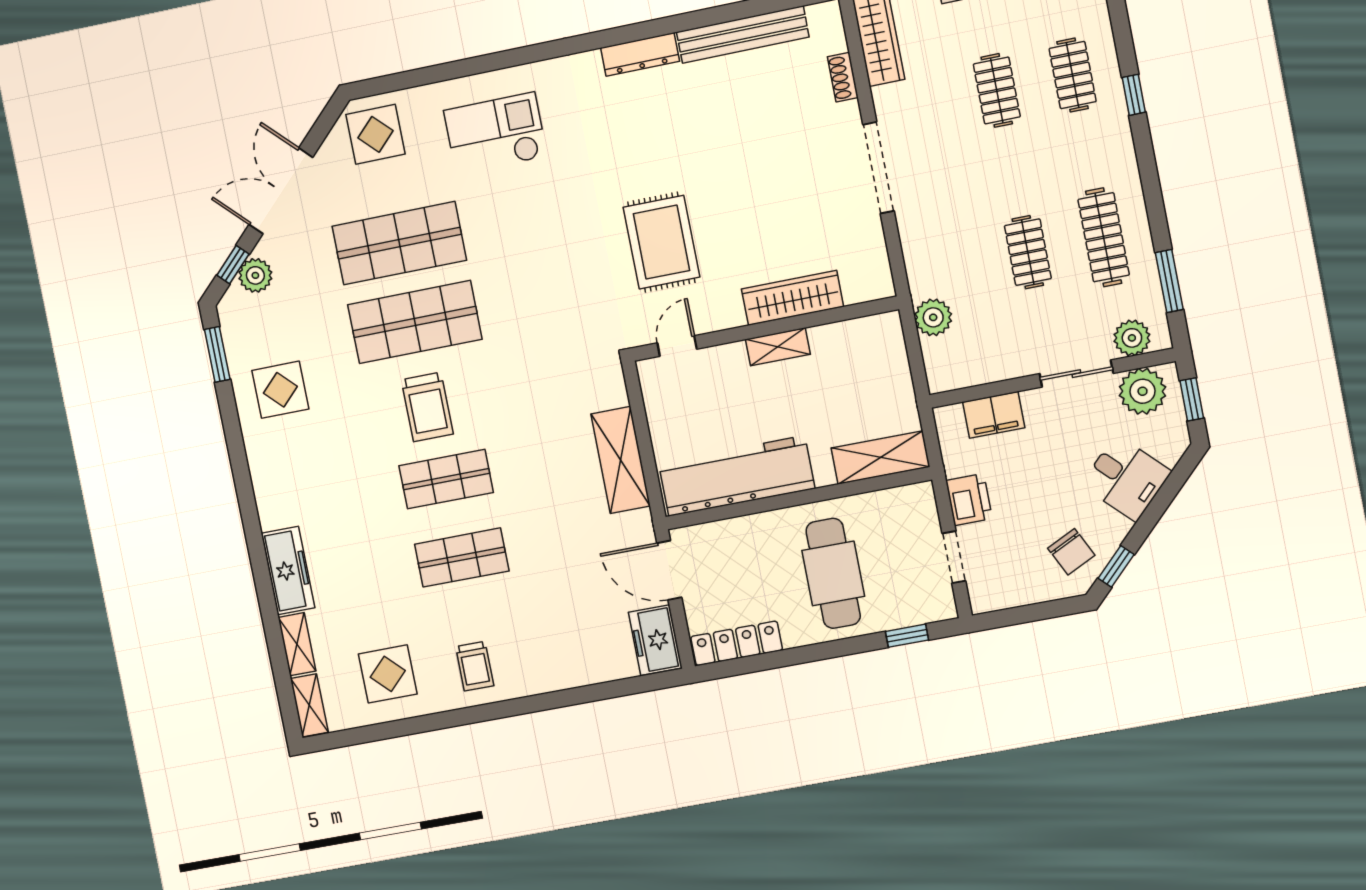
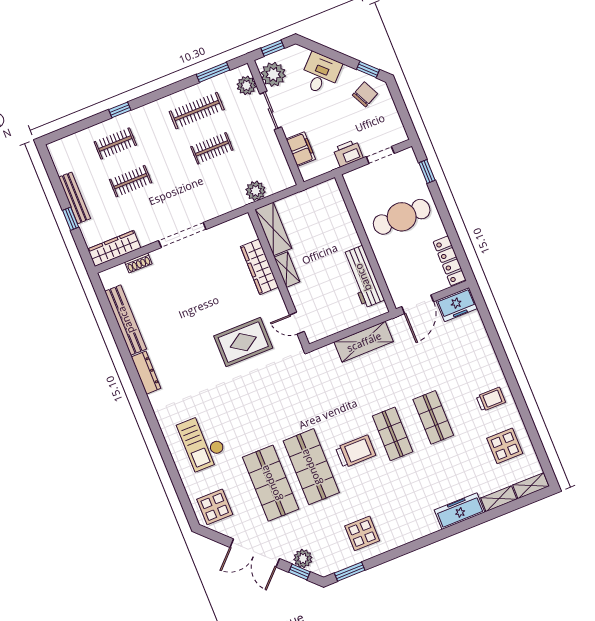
shelving: (880, 457) -> (273, 229), moved
workbench: (737, 476) -> (363, 277), width x0.73, depth x0.76

